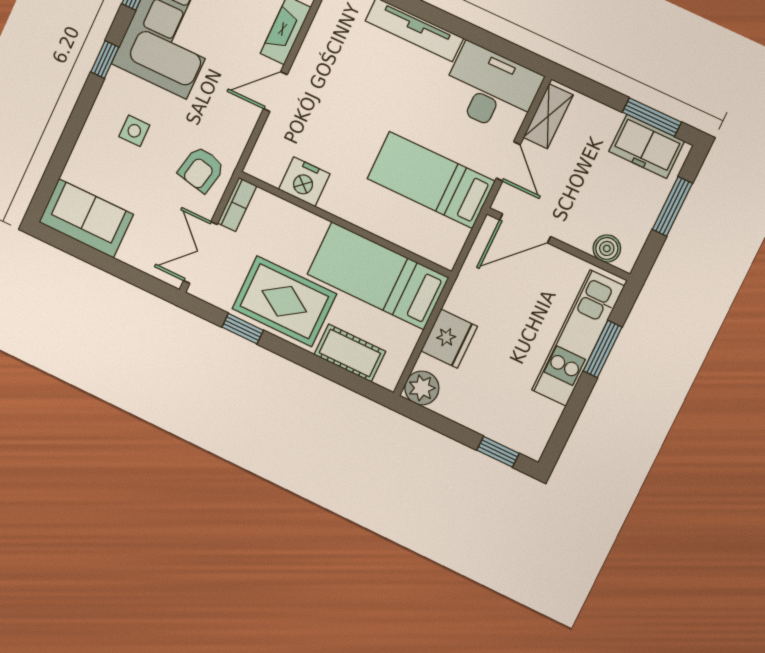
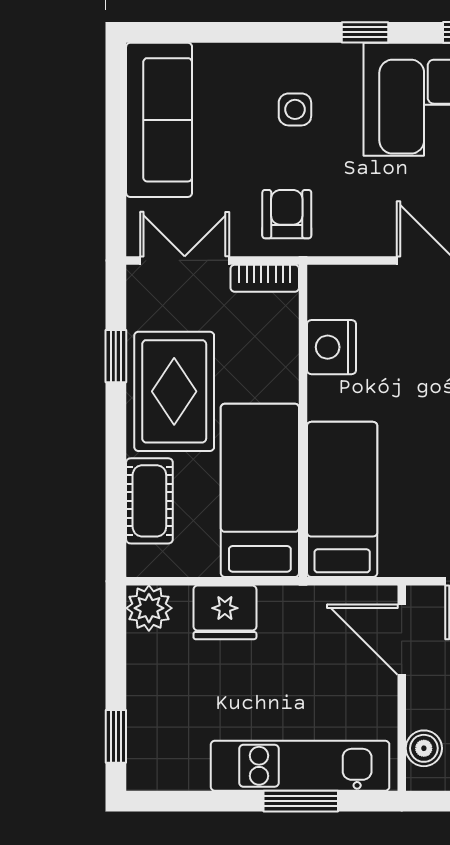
armchair: (201, 169) -> (287, 214), turned 78
bed: (431, 180) -> (342, 499), moved
sofa: (86, 218) -> (159, 120), width x1.36

